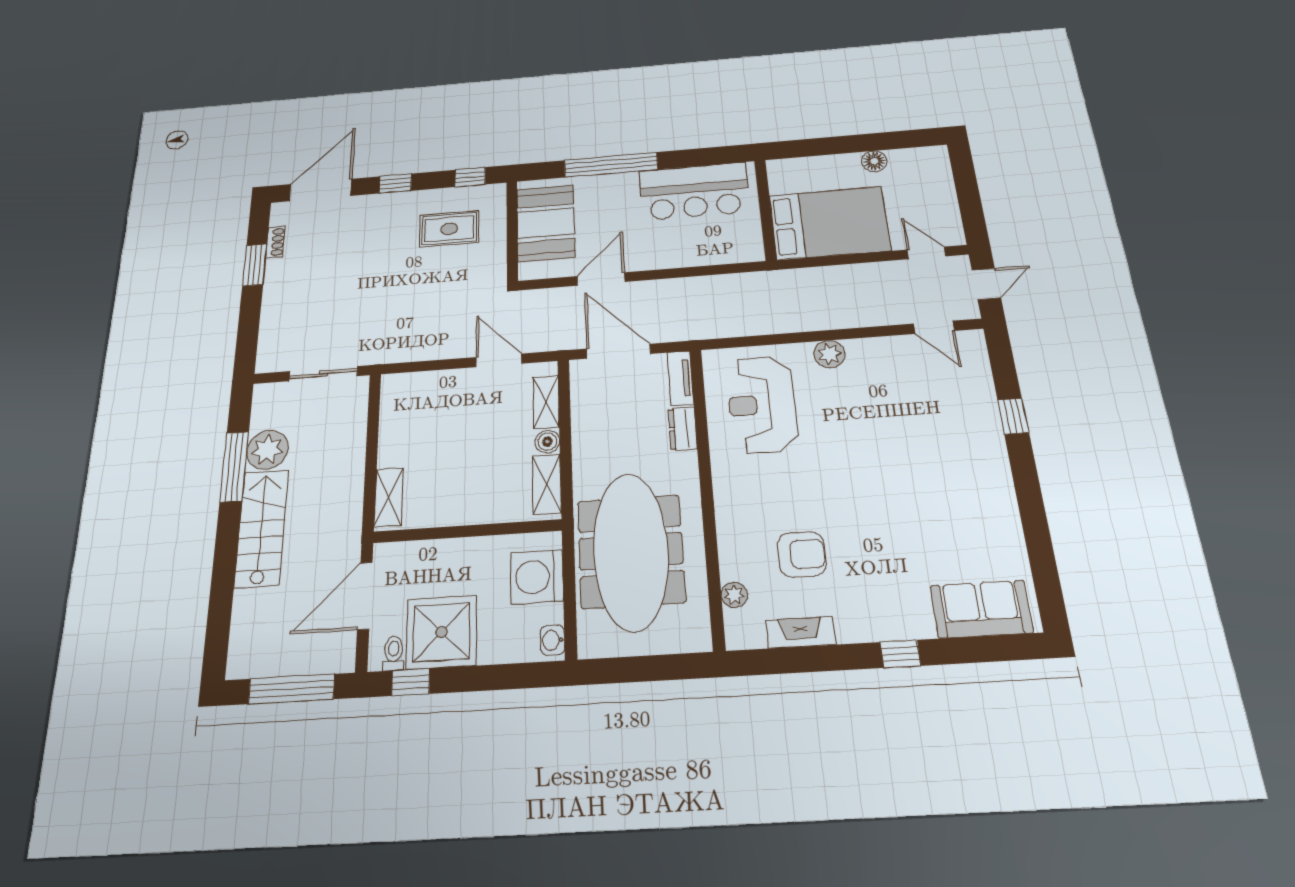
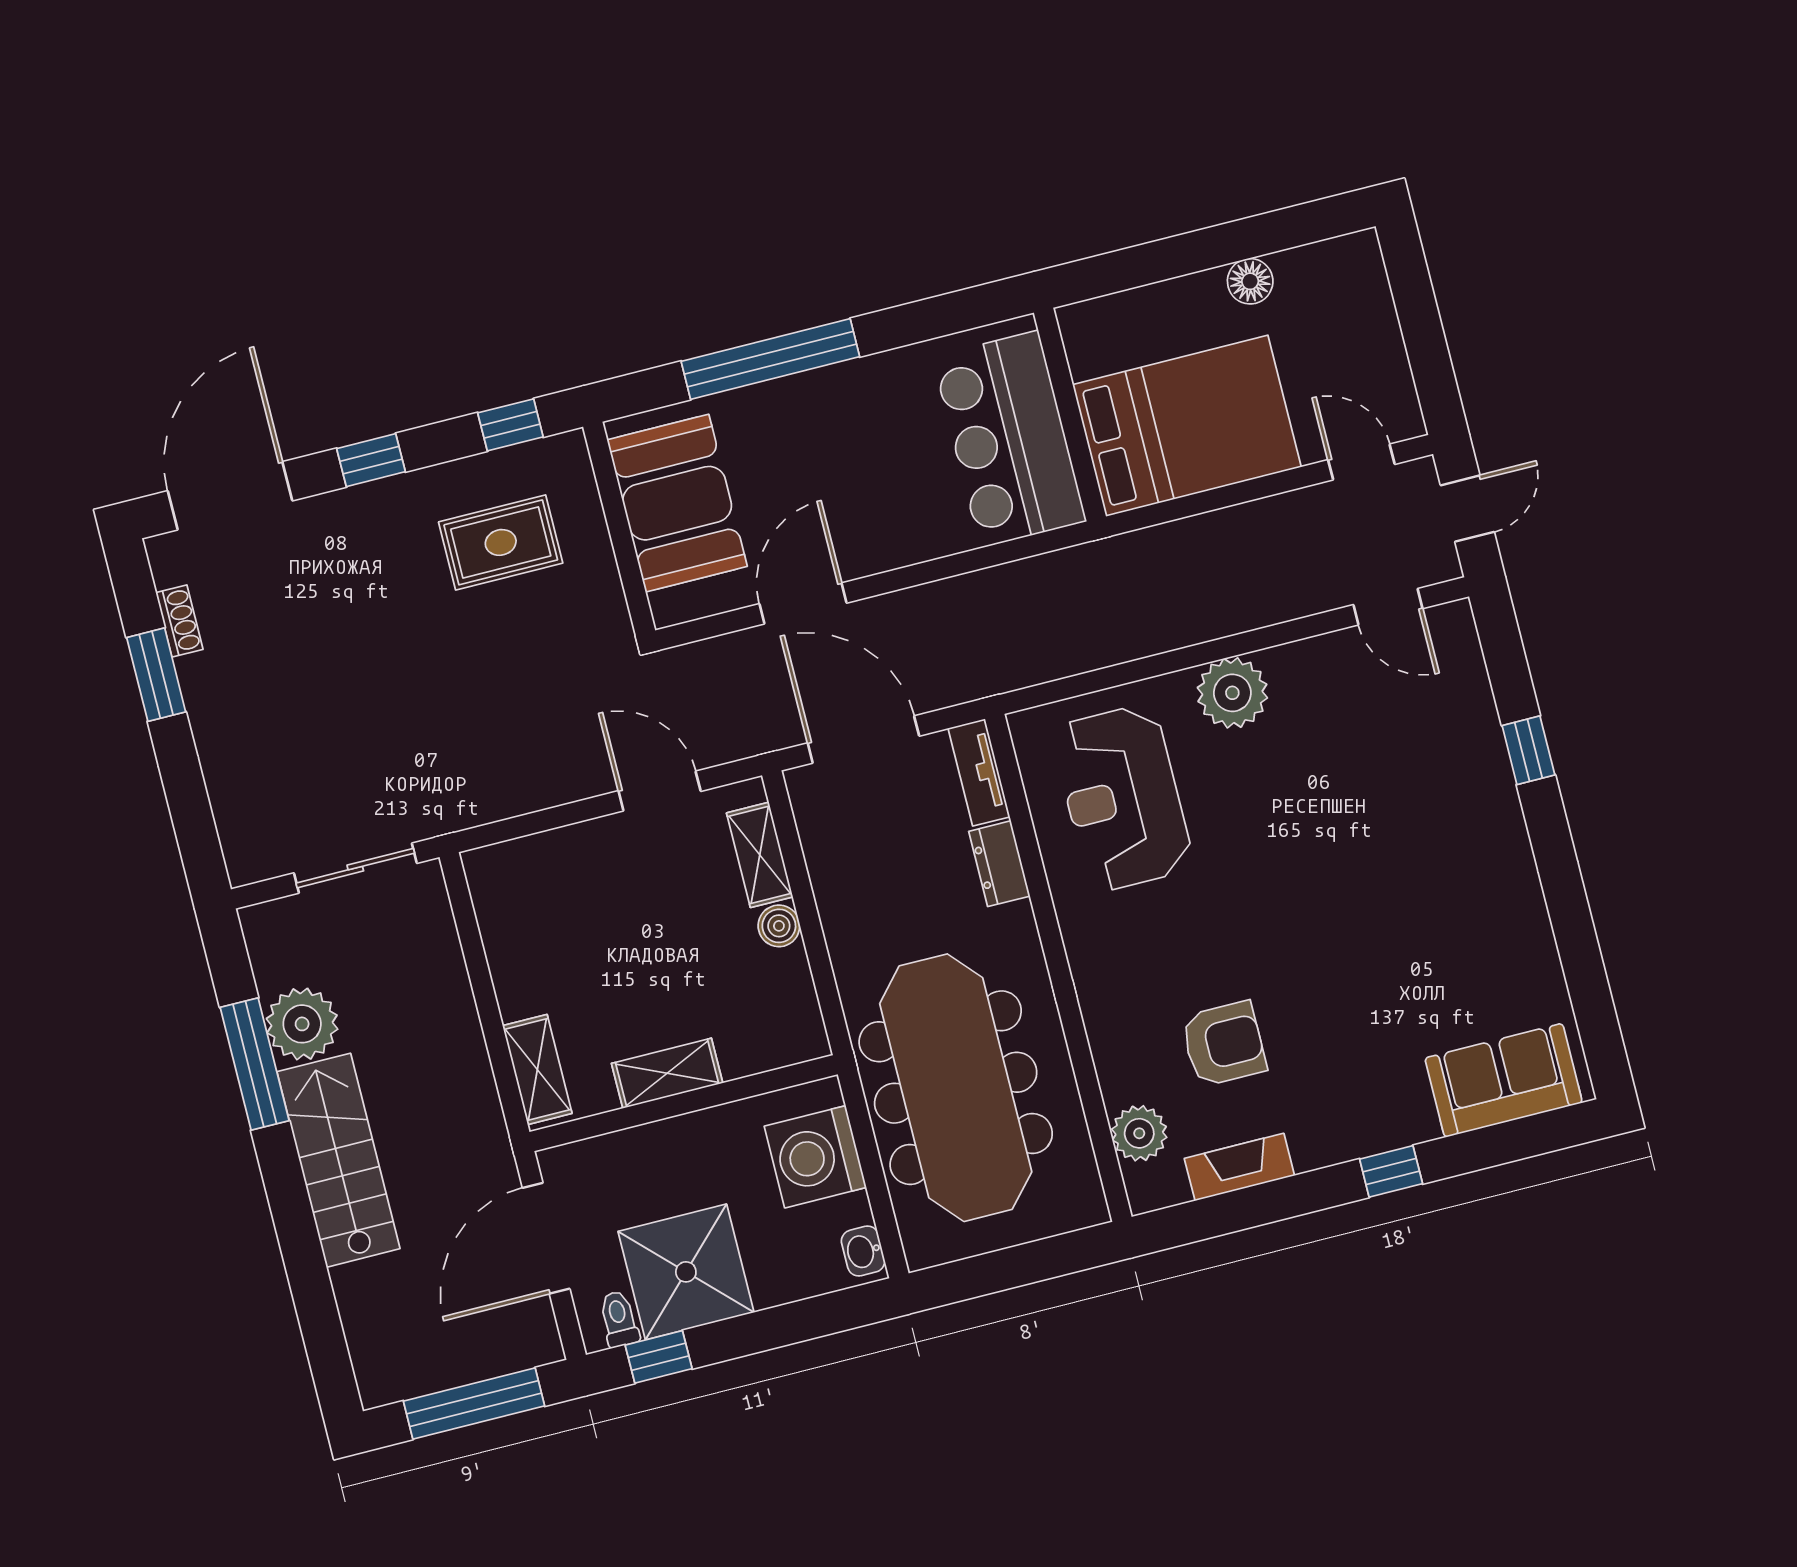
bar counter: (694, 191) -> (1009, 439), moved, turned 90
plant: (829, 354) -> (1232, 693), width x1.36, depth x1.36
shelving: (547, 484) -> (667, 1073), moved, turned 90
plant: (734, 595) -> (1139, 1133), width x1.38, depth x1.38

